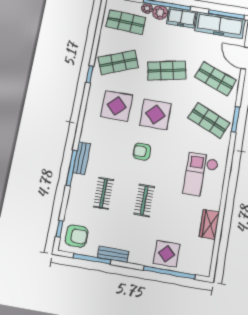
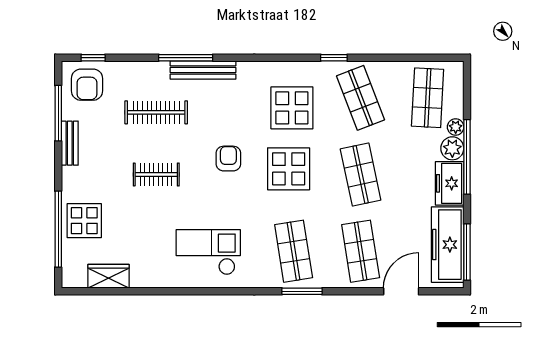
shop shelf: (216, 79) -> (361, 251), turned -30
shop shelf: (209, 120) -> (294, 251), turned -33
bench: (82, 158) -> (203, 70), width x1.36
clothes rail: (103, 193) -> (156, 112), width x1.36
wardrobe: (209, 224) -> (109, 276), moved

